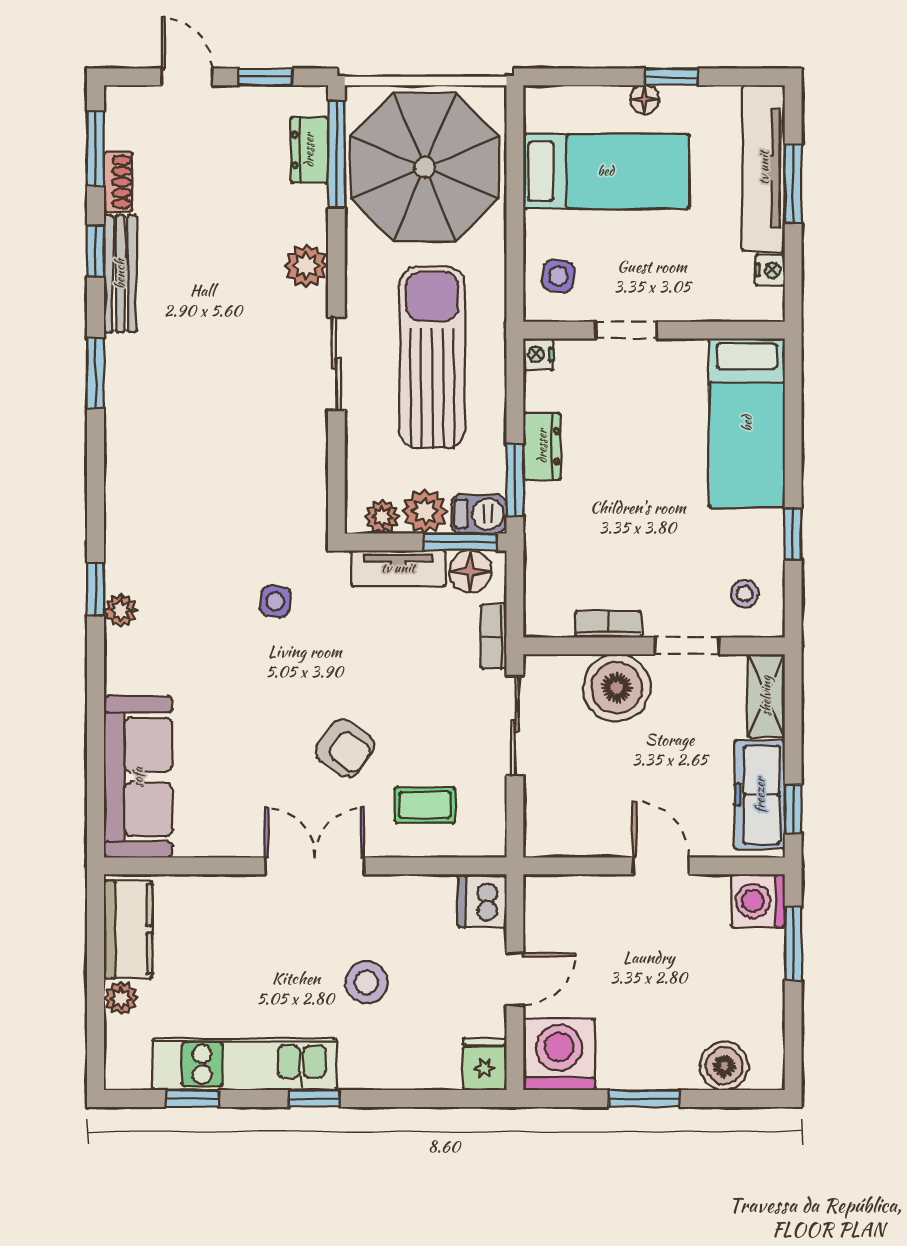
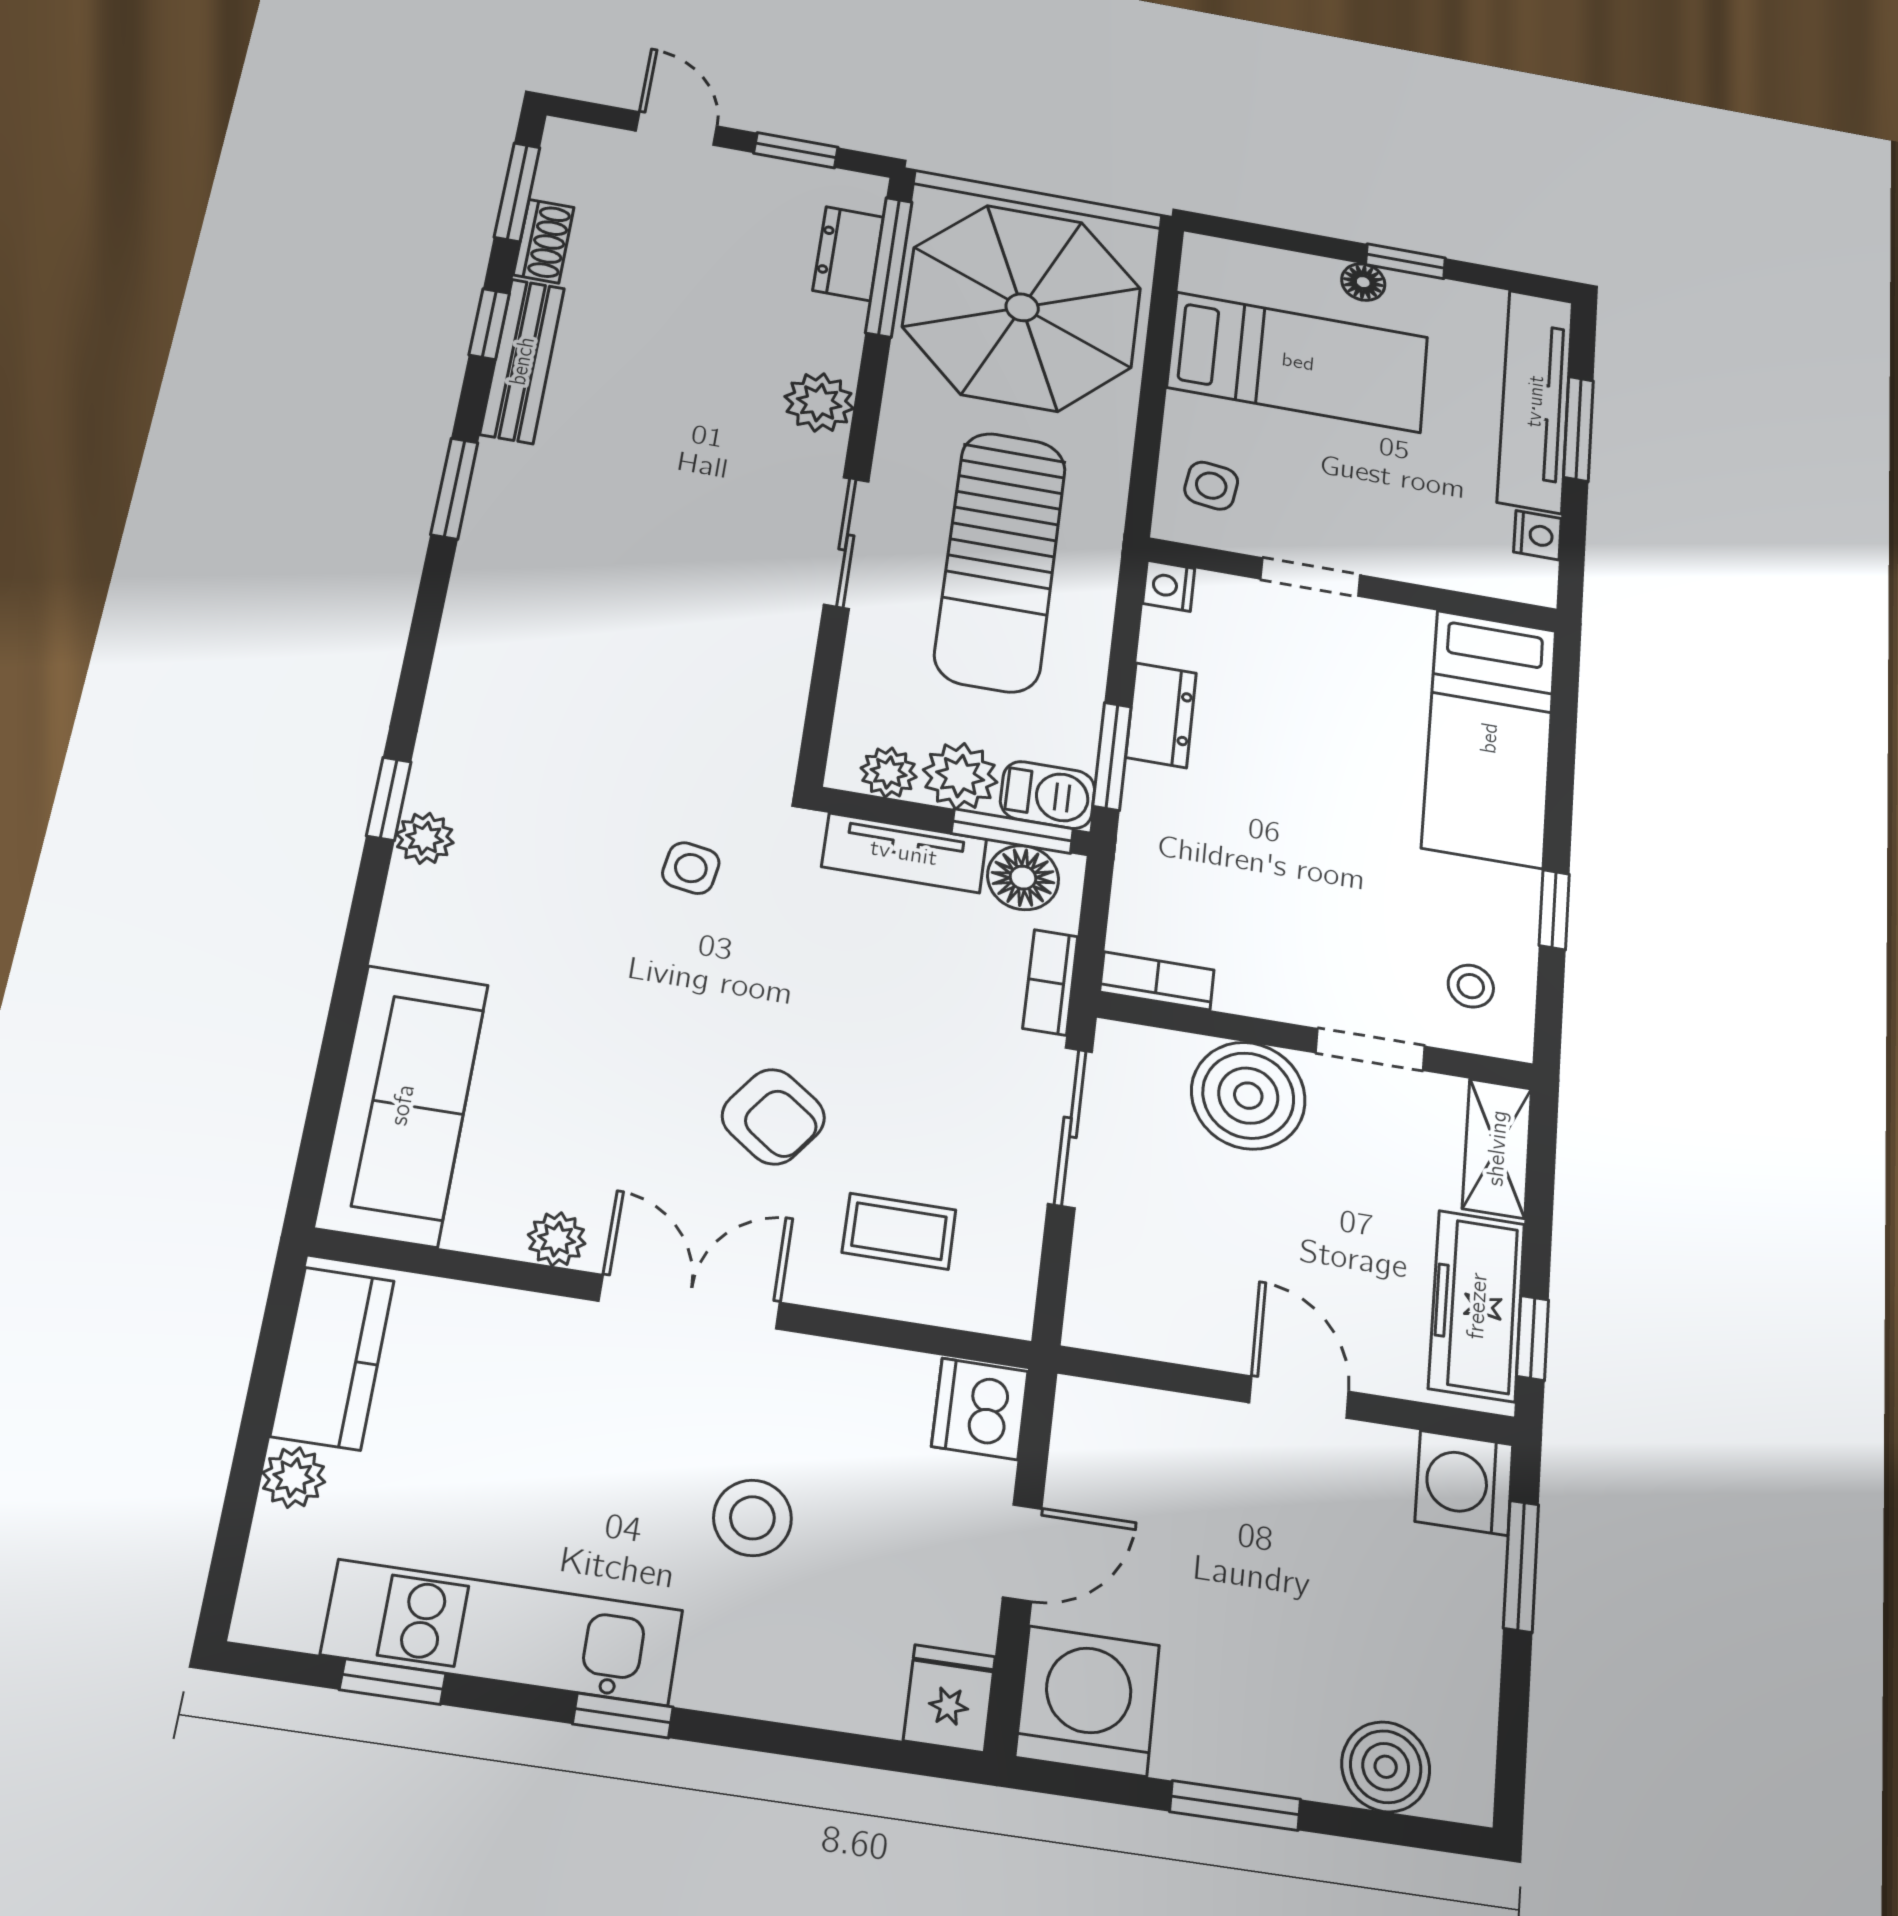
sun lounger: (432, 357) -> (1000, 561), turned 180
bookcase: (608, 624) -> (1157, 981), moved
plant: (236, 842) -> (557, 1239), added

